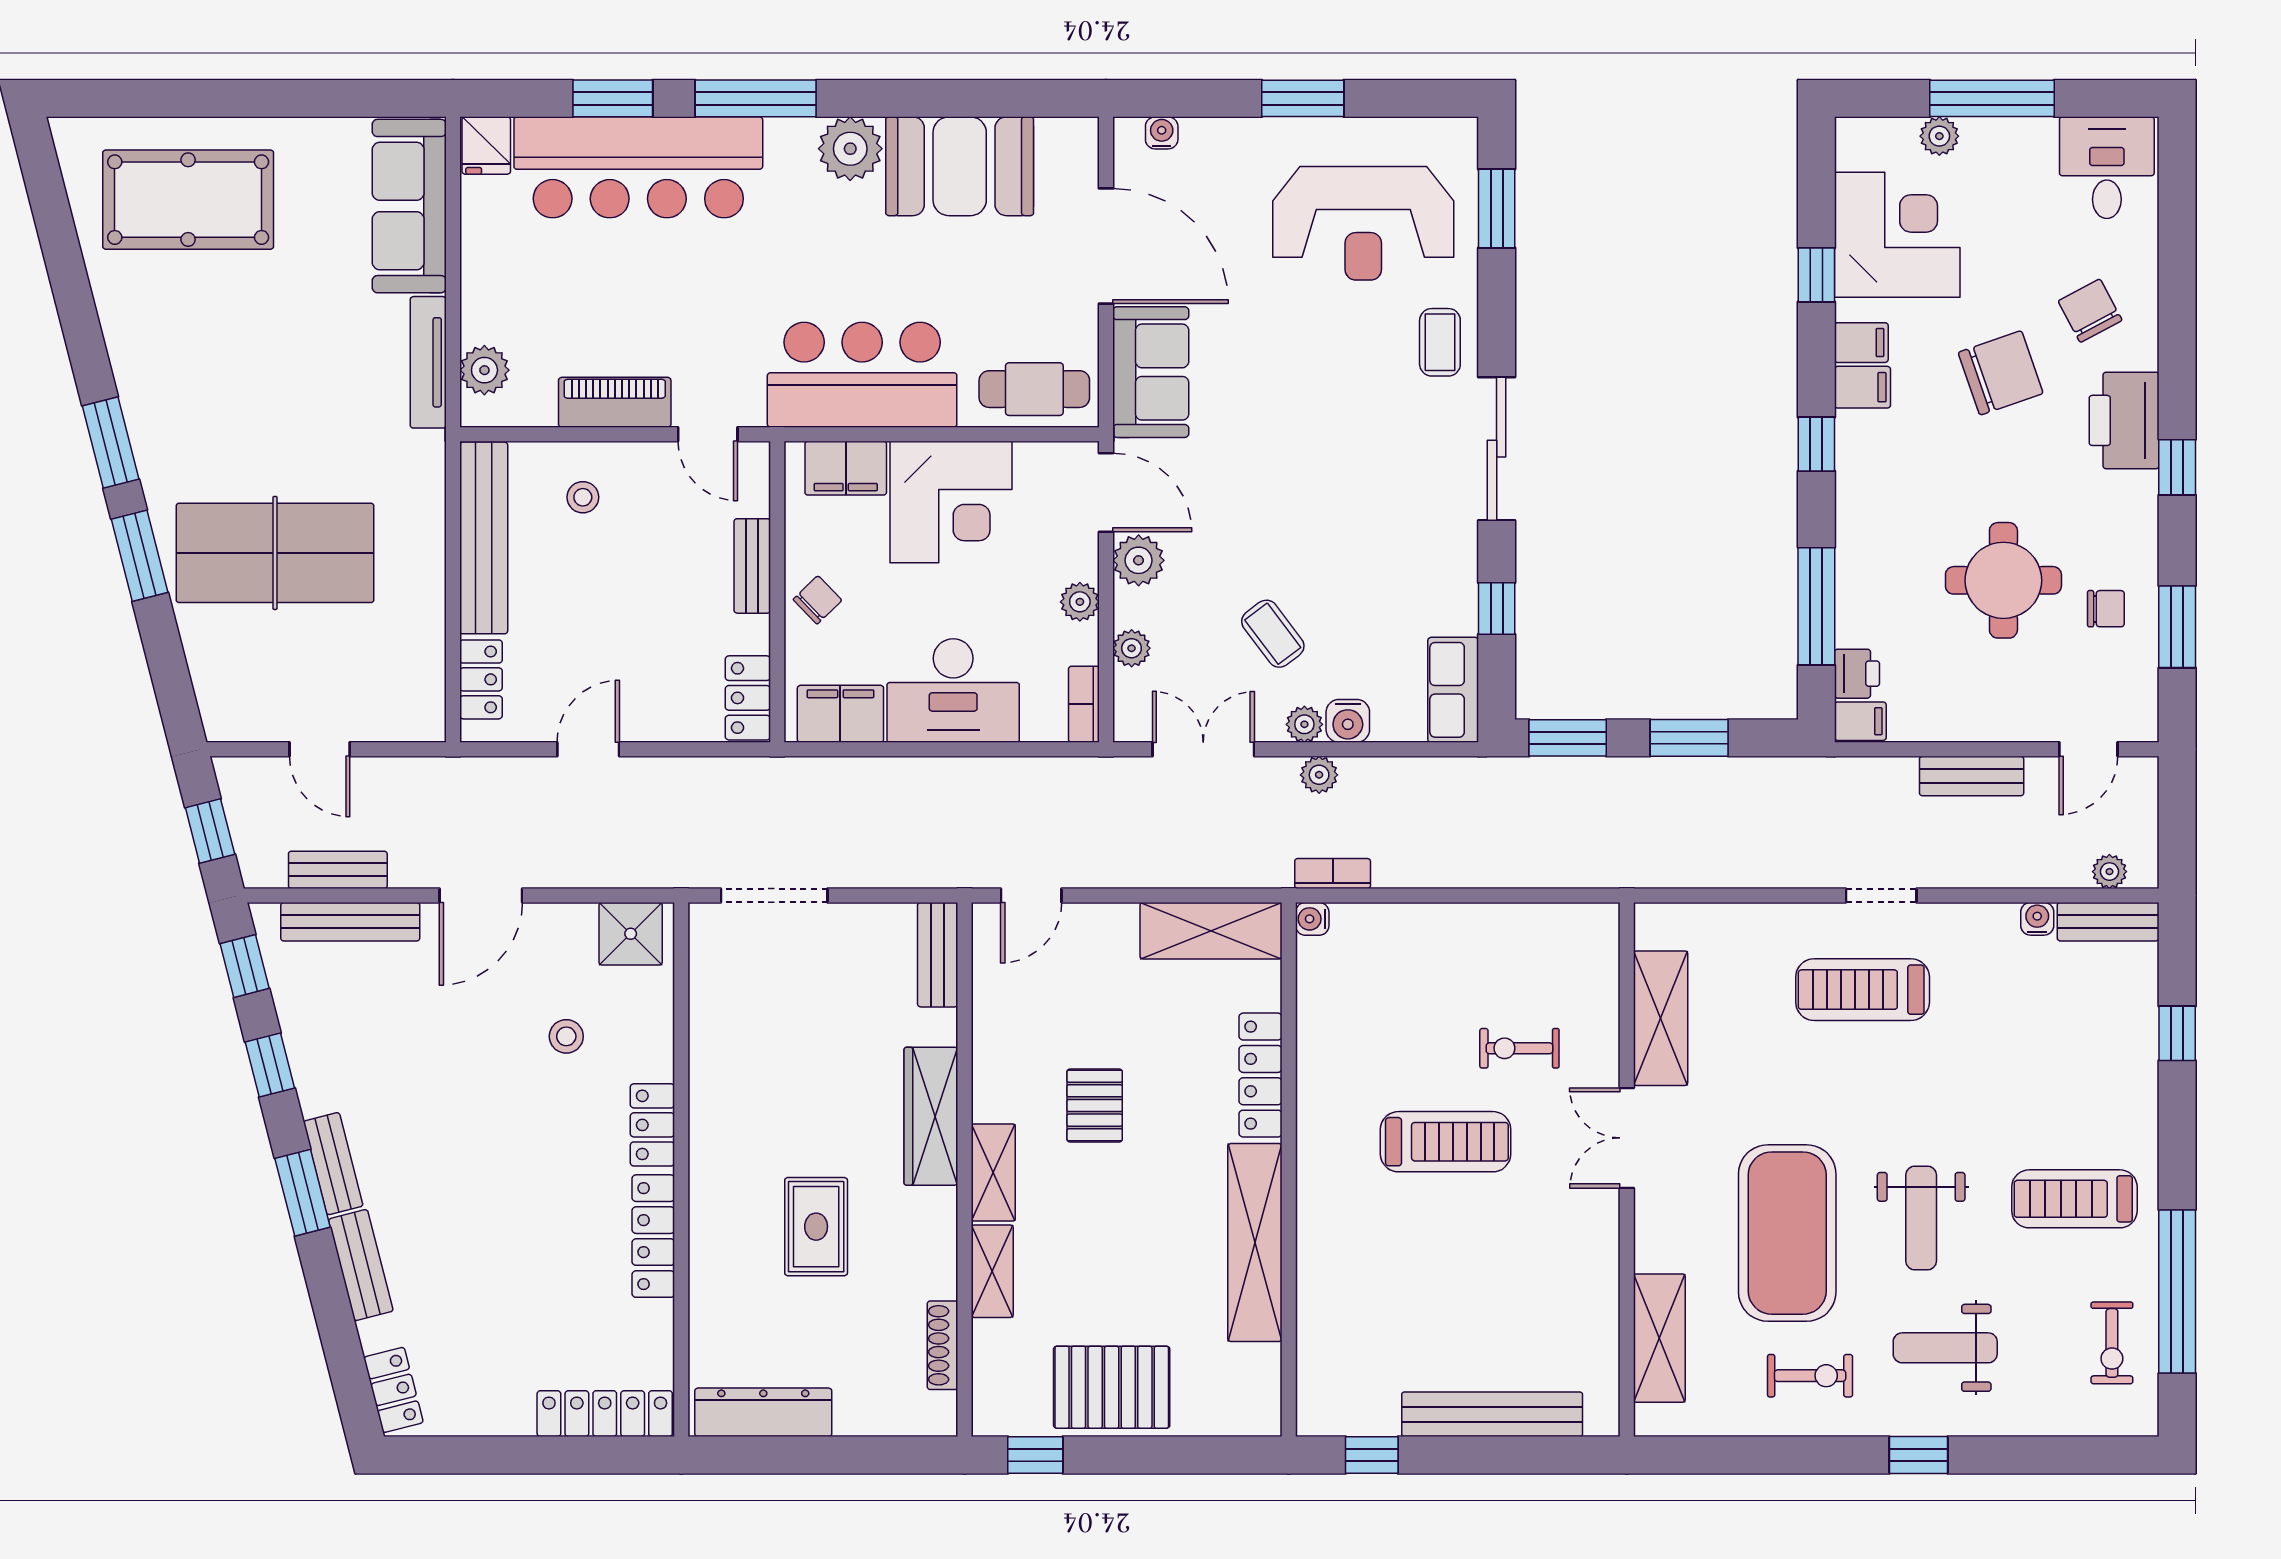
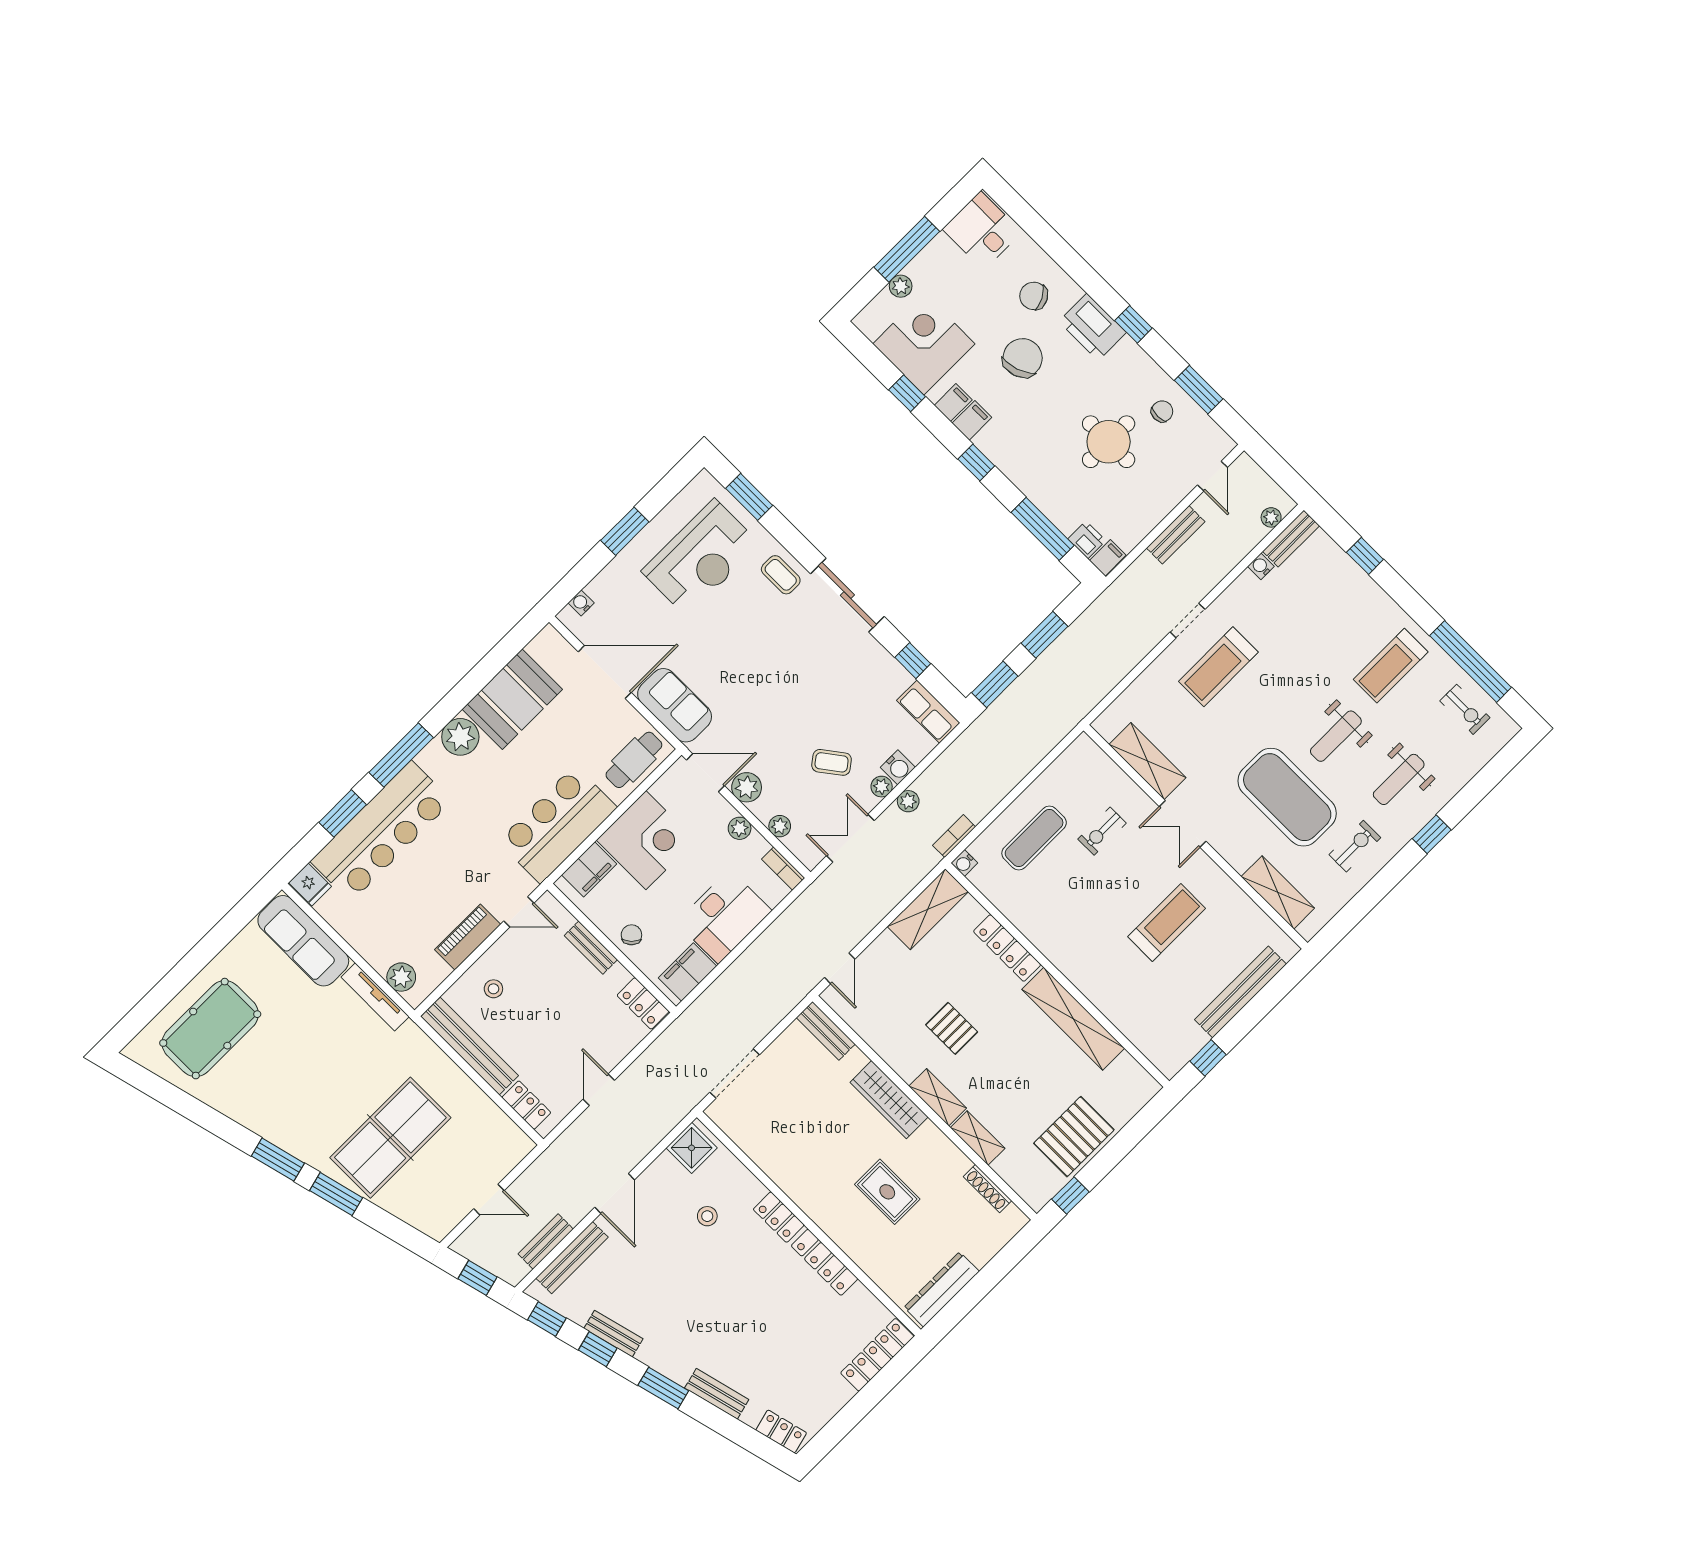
exercise mat: (1428, 974) -> (1034, 838), added
treadmill: (1446, 1142) -> (1167, 922), moved
bench: (333, 1164) -> (613, 1334), moved
weight bench: (1921, 1218) -> (1336, 736), turned 90

